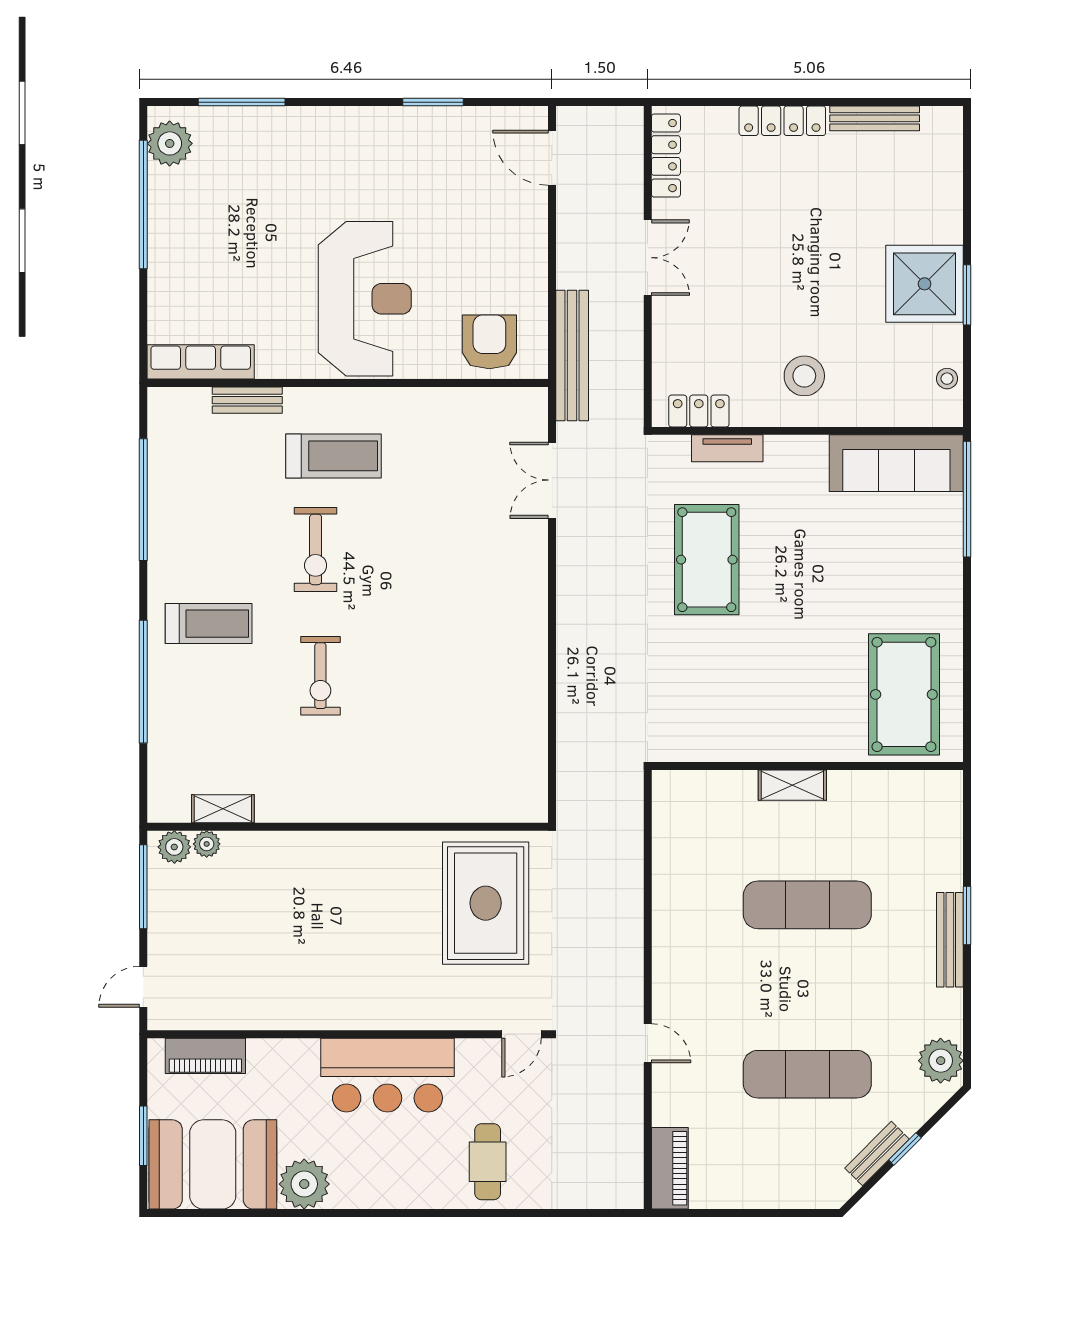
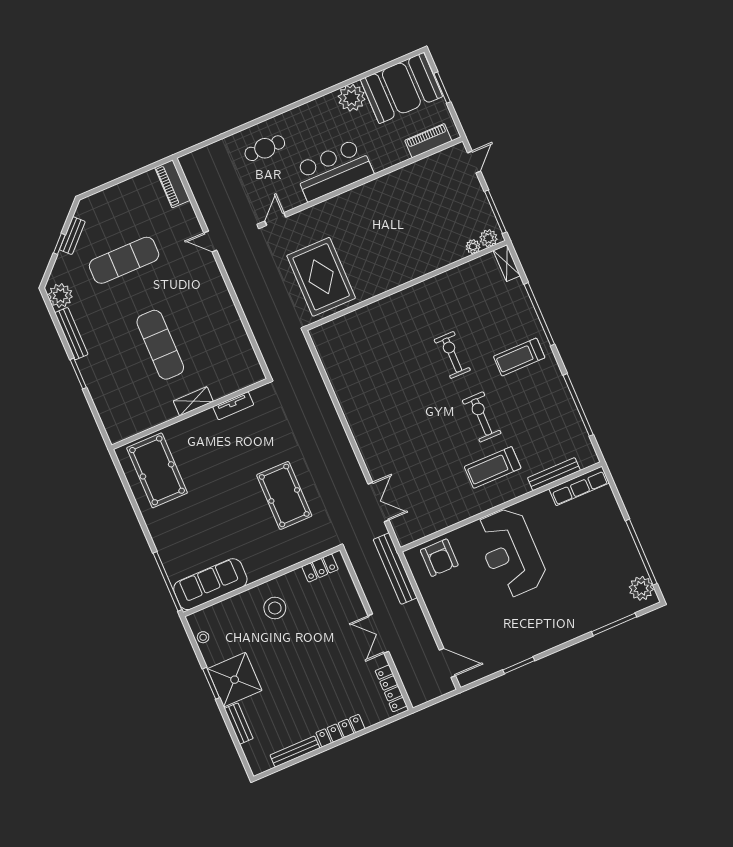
bench: (949, 207) -> (239, 724), added
bench: (247, 400) -> (554, 474), width x1.36
tv unit: (727, 448) -> (233, 406), moved, turned 180
shelving: (223, 809) -> (507, 263), moved, turned 90
exercise mat: (807, 905) -> (160, 345), turned 90
bench: (950, 940) -> (71, 334), moved
cafe table: (488, 1162) -> (265, 148), turned 90

